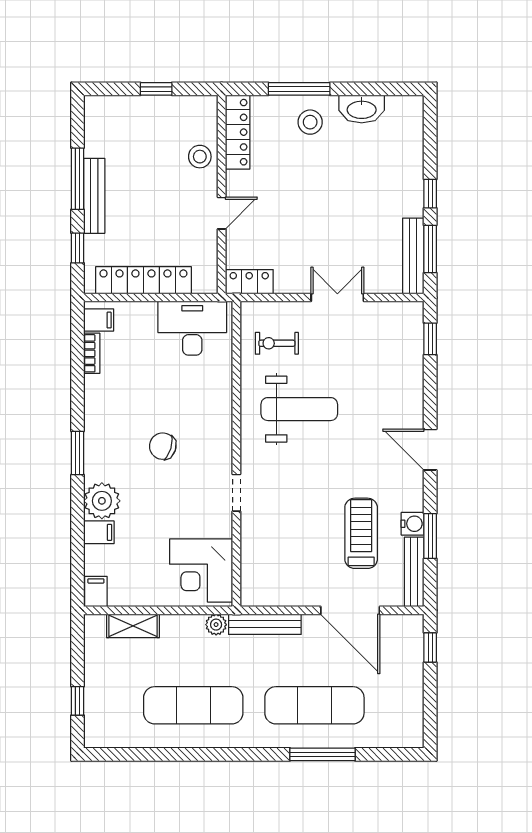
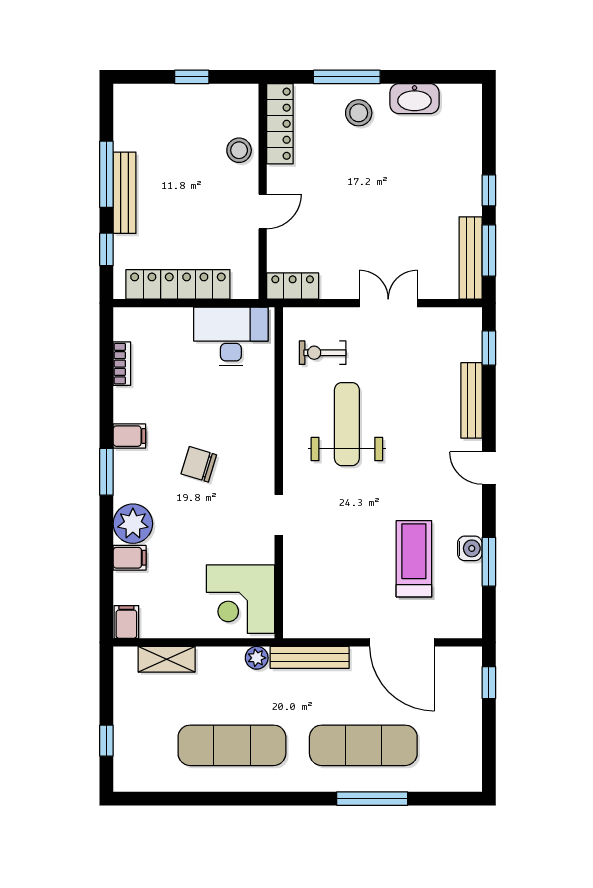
filing cabinet: (99, 320) -> (129, 436), moved
weight bench: (299, 409) -> (347, 424), turned -90
door: (430, 450) -> (489, 468), width x0.73
bench: (414, 572) -> (472, 400), moved

